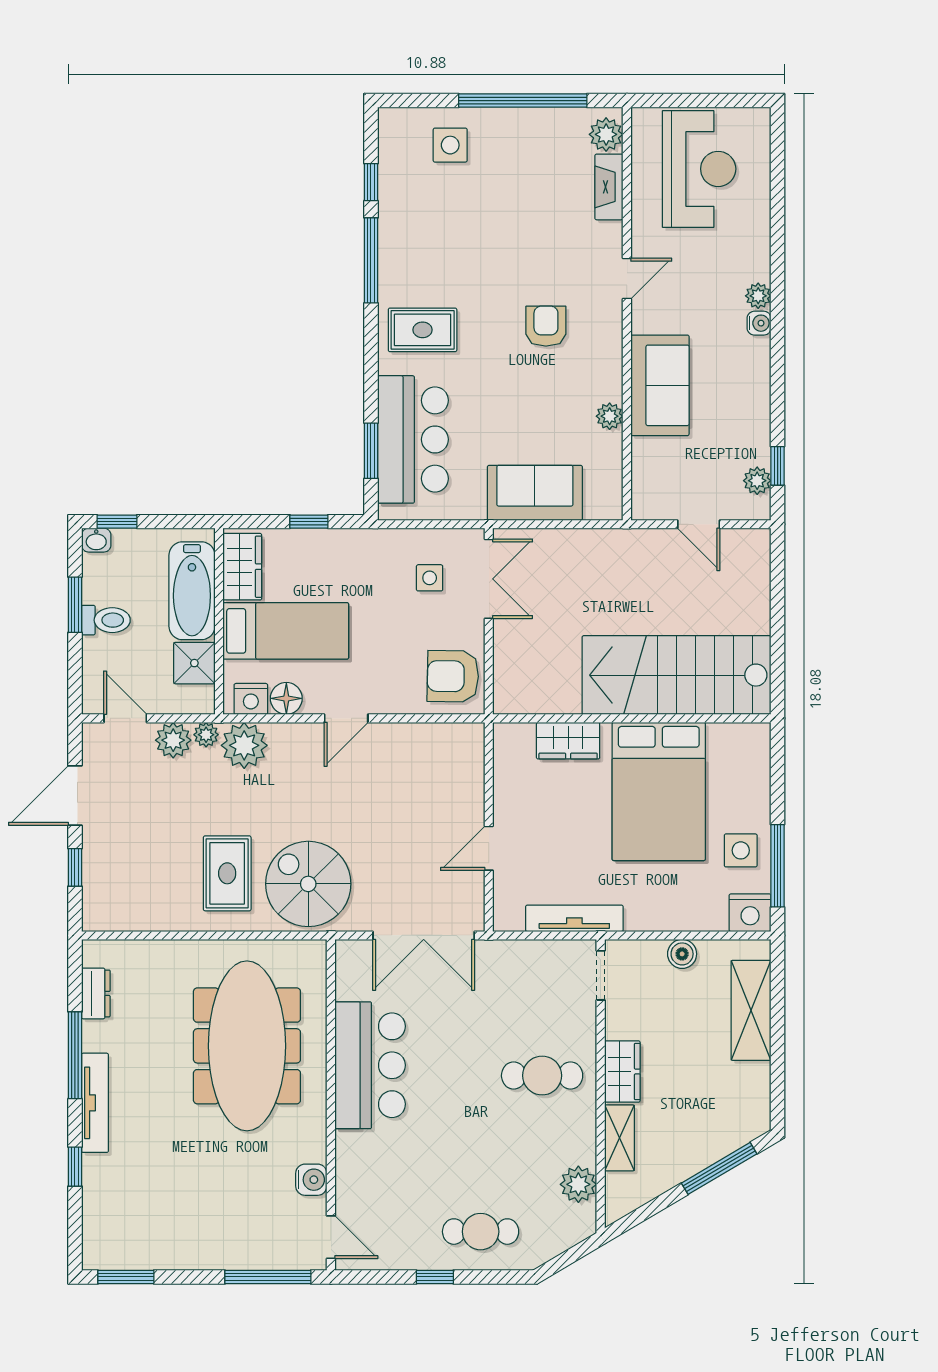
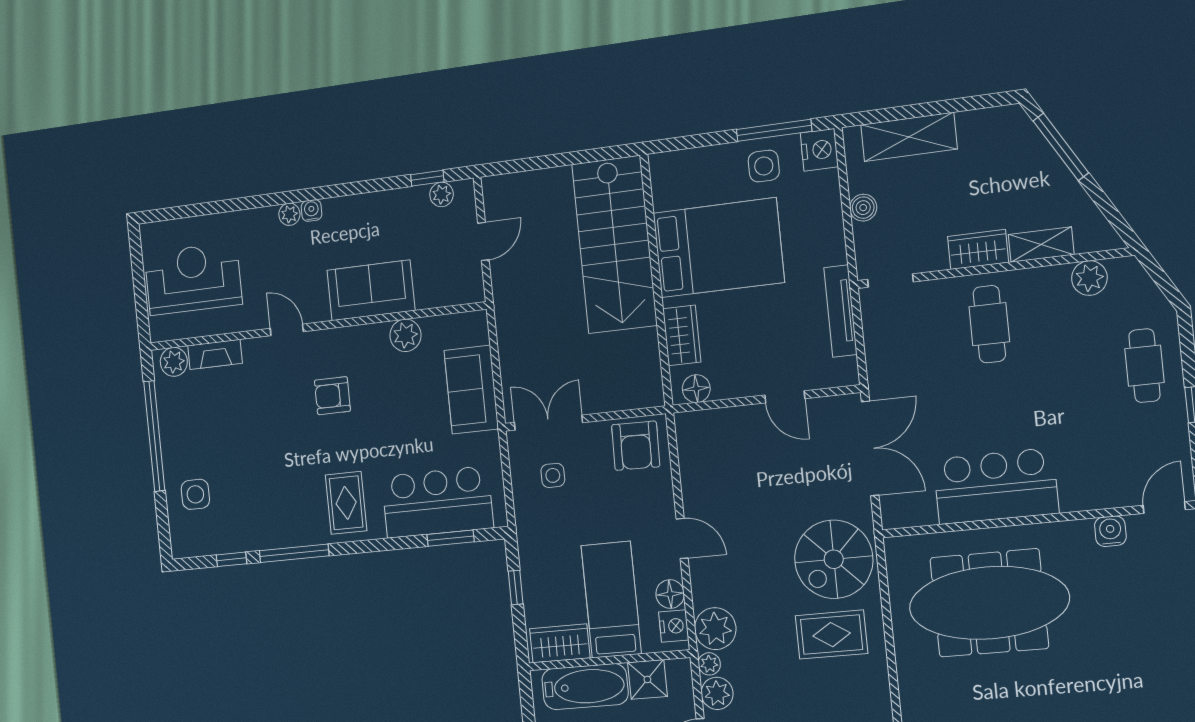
plant: (610, 416) -> (405, 335), width x1.38, depth x1.38
floor lamp: (508, 751) -> (696, 389), added

